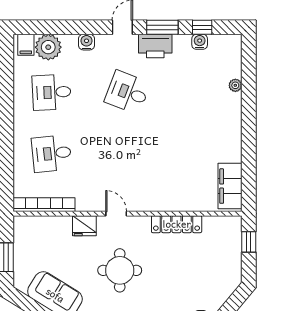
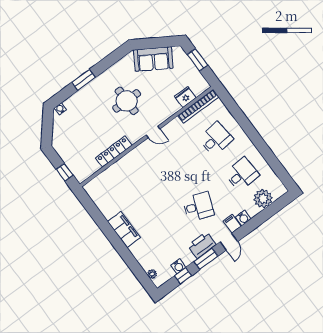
filing cabinet: (26, 45) -> (232, 224), moved
plant: (235, 85) -> (152, 274), moved
filing cabinet: (230, 186) -> (124, 230), moved
fridge: (84, 226) -> (185, 97), moved

